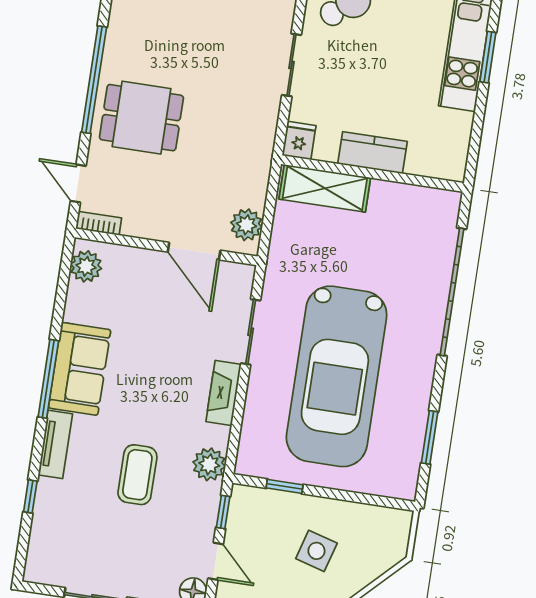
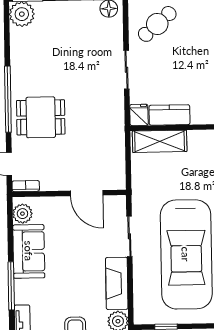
kitchen counter: (373, 153) -> (169, 115), moved
plant: (246, 225) -> (116, 172), removed
sofa: (80, 369) -> (29, 251), moved
fireplace: (224, 393) -> (117, 283), width x1.37, depth x1.32

